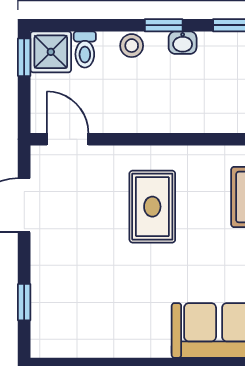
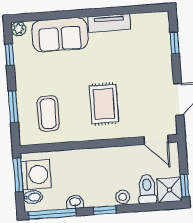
washbasin: (183, 43) -> (75, 202), moved
toilet: (85, 50) -> (147, 189), width x1.37, depth x1.39
tv unit: (133, 344) -> (109, 23), added

